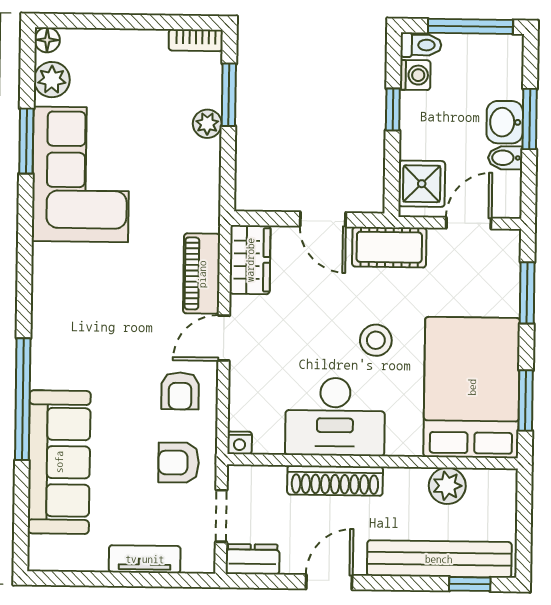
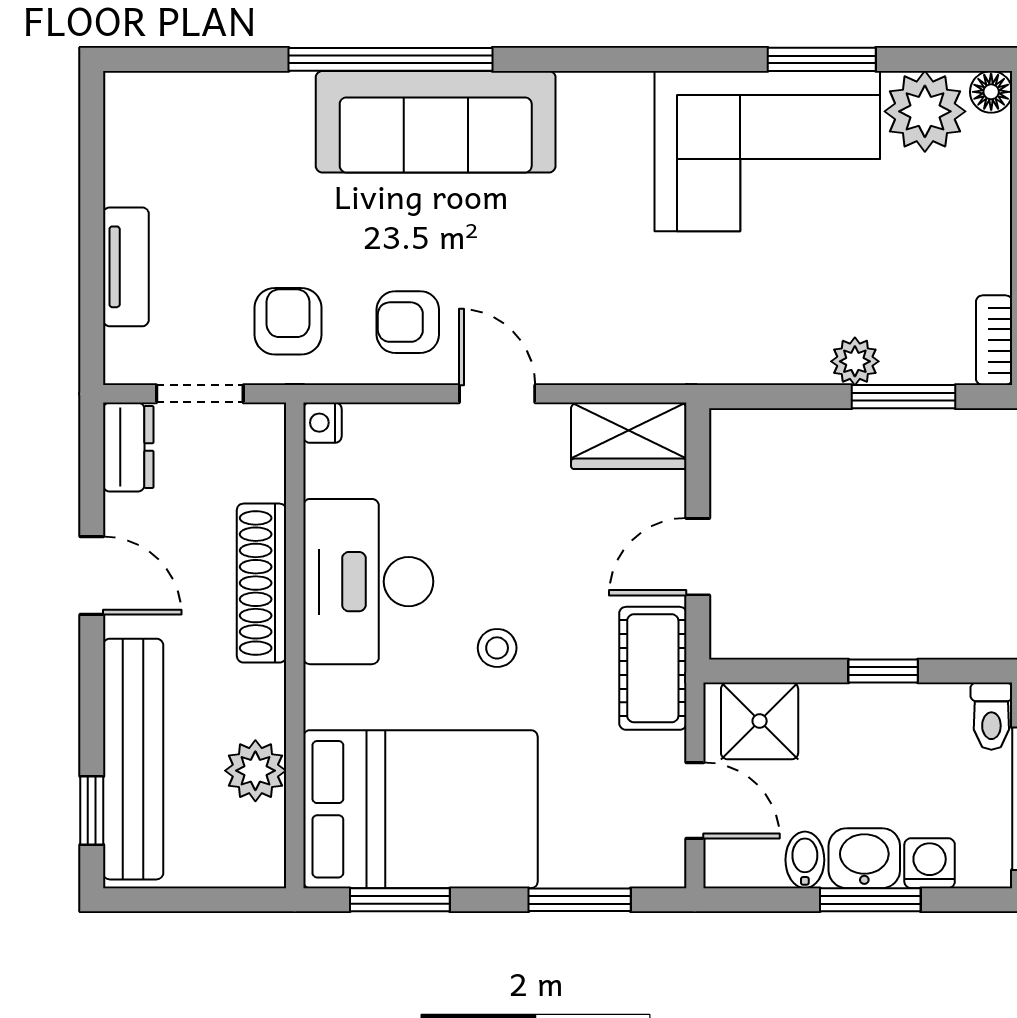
washing machine: (415, 75) -> (930, 863), moved, turned 180
plant: (52, 80) -> (925, 111), width x1.36, depth x1.36
piano: (202, 274) -> (604, 355), removed
stool: (376, 340) -> (497, 648), width x0.73, depth x0.73
sofa: (59, 462) -> (436, 122), moved

